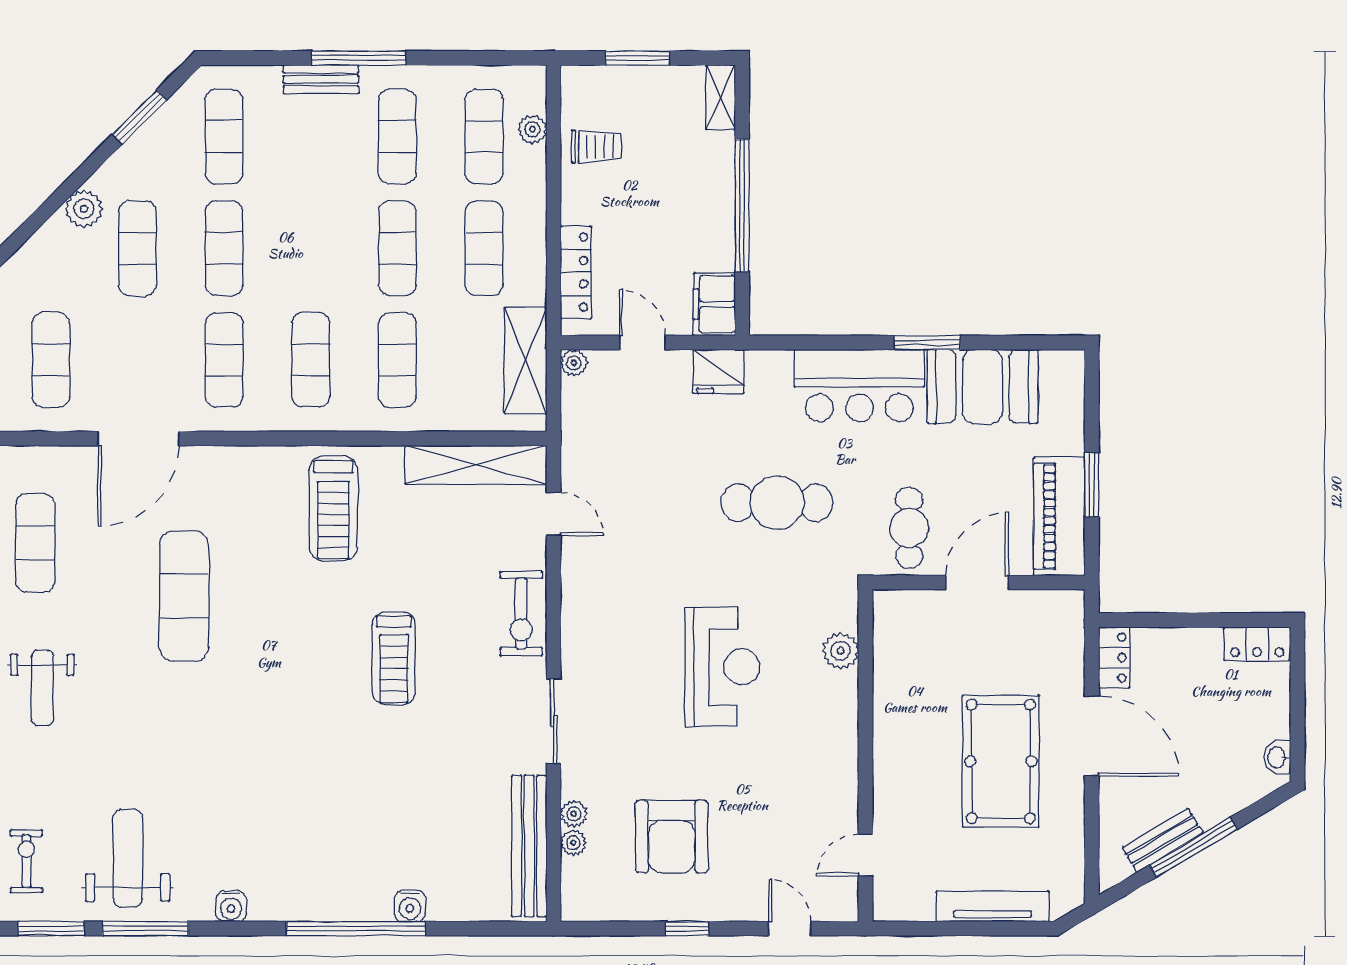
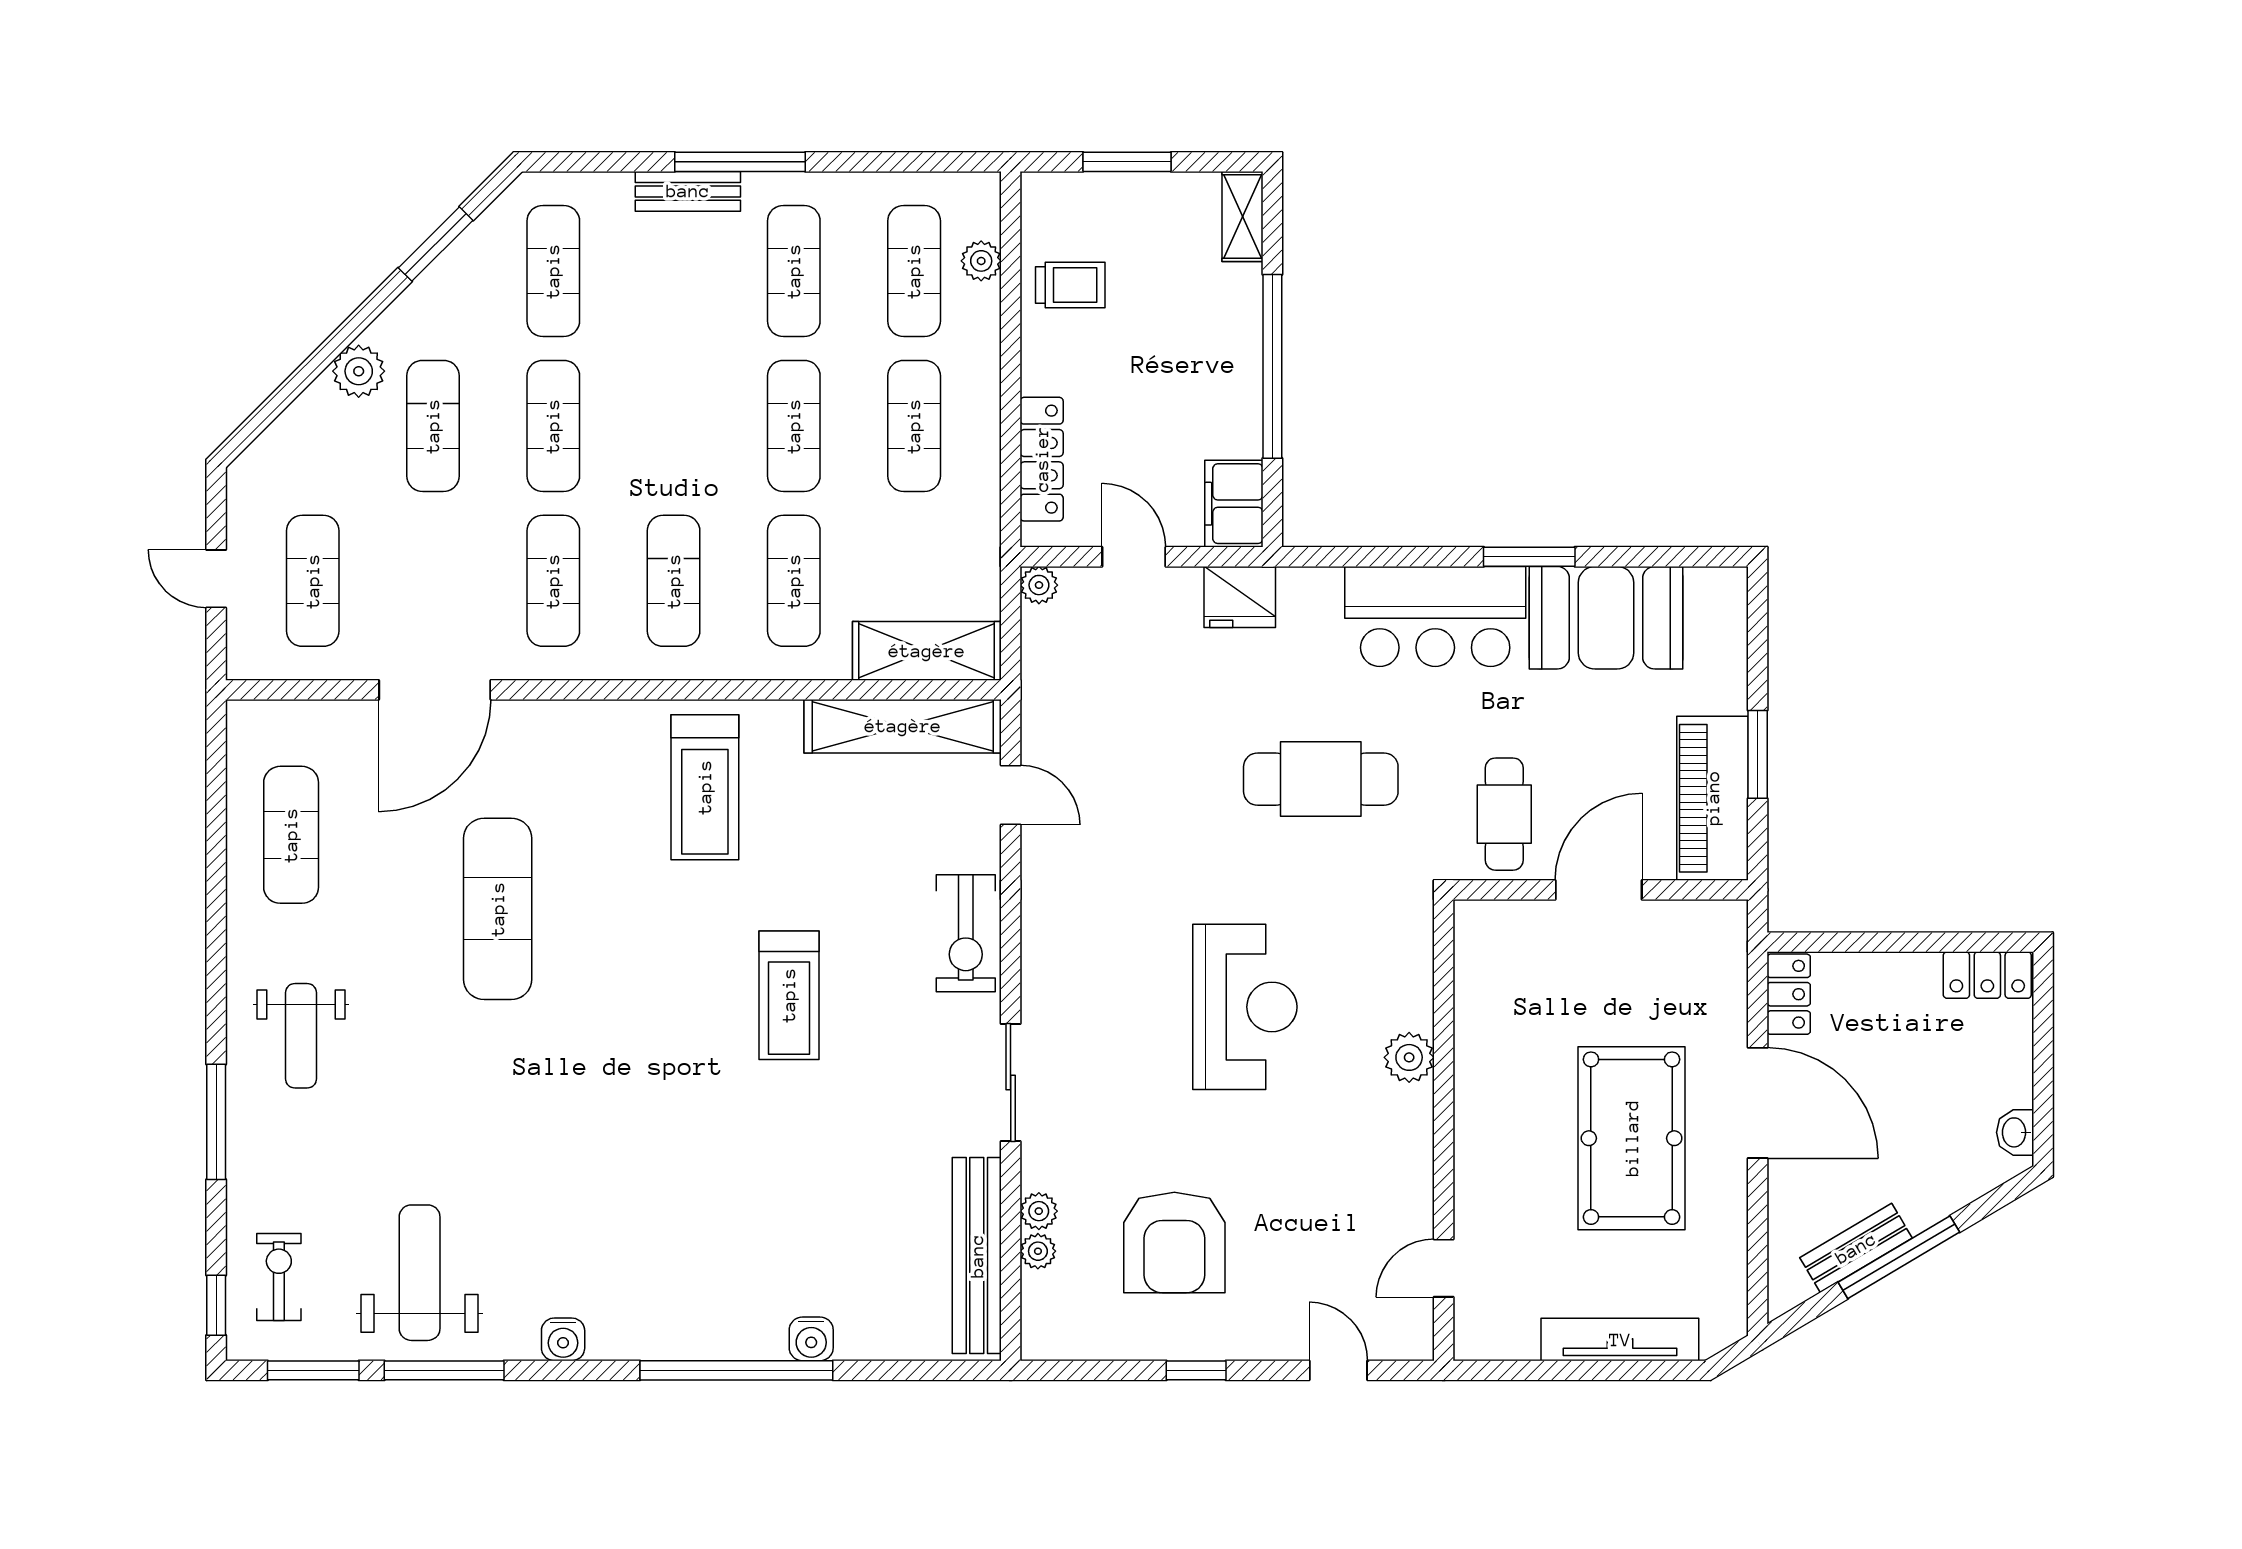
shelving: (525, 360) -> (927, 651), moved, turned 90
plant: (841, 651) -> (1409, 1057), moved

